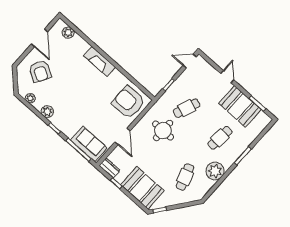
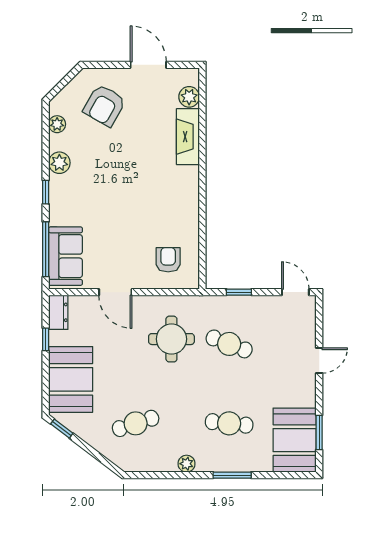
door: (39, 38) -> (148, 65), swing flipped
fireplace: (99, 61) -> (188, 137), moved
armchair: (129, 102) -> (168, 260), width x0.53, depth x0.53
booth: (240, 106) -> (295, 440), moved
door: (122, 136) -> (115, 292), hinge flipped
plant: (215, 171) -> (187, 464), width x0.53, depth x0.53

